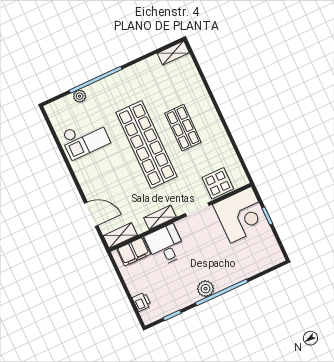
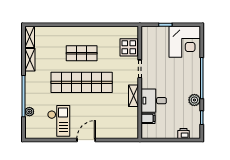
door: (91, 214) -> (86, 140), moved
corner desk: (241, 215) -> (185, 42), moved, turned 90
shelving: (120, 235) -> (30, 60), moved
filing cabinet: (134, 252) -> (148, 118), width x0.50
plant: (206, 289) -> (194, 100), moved

